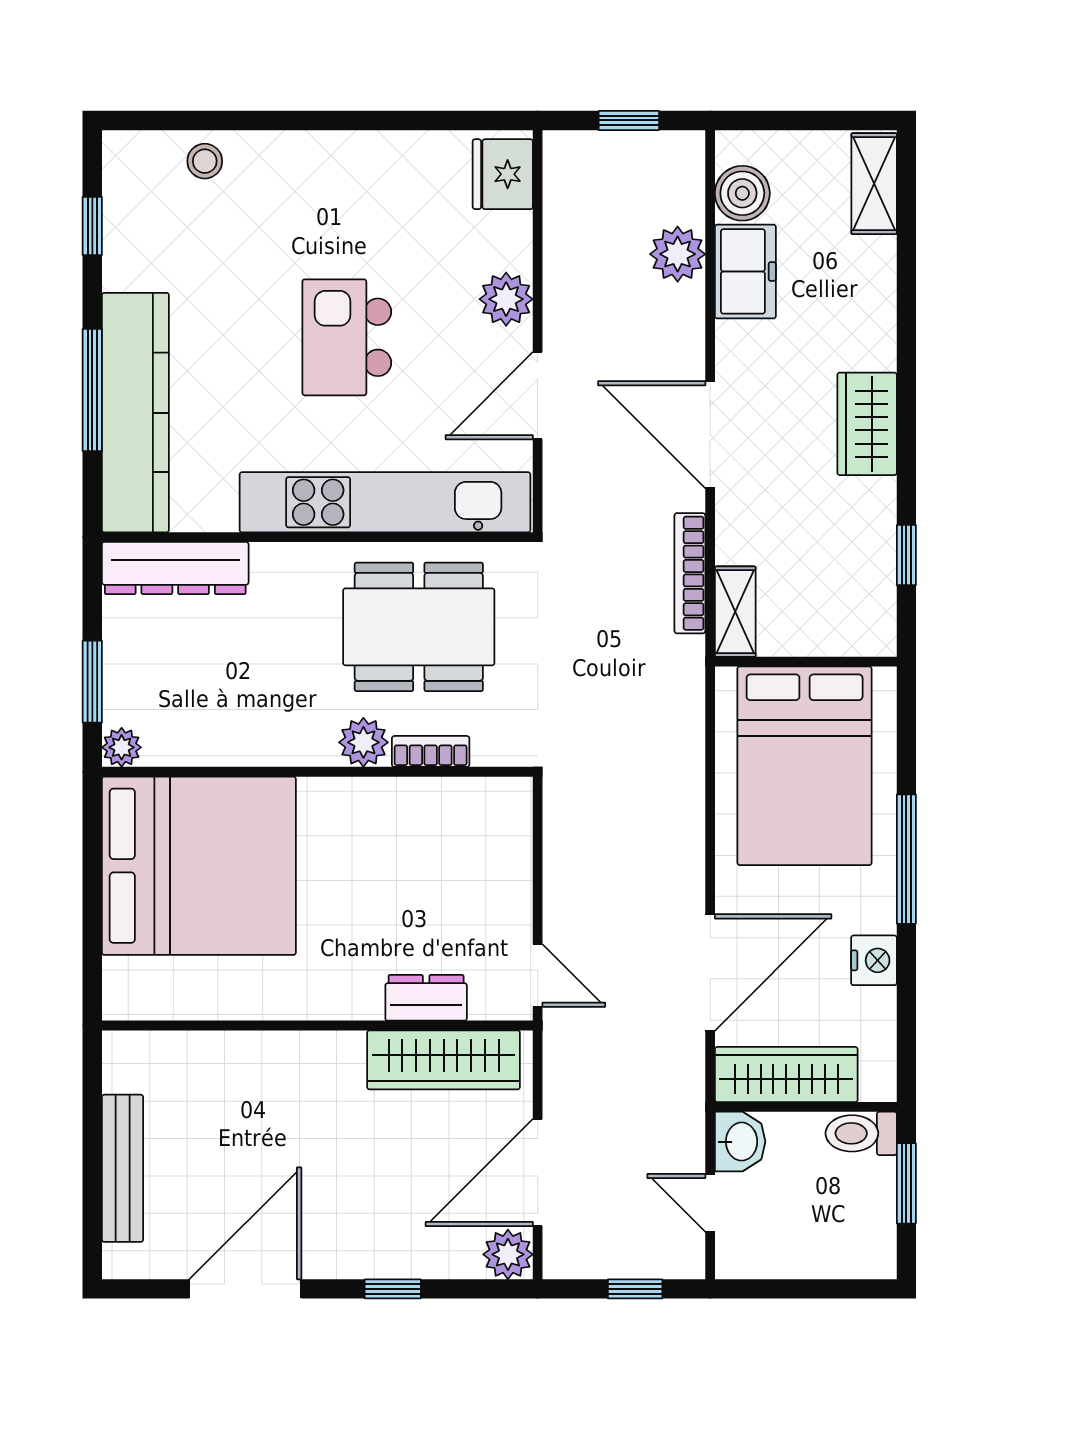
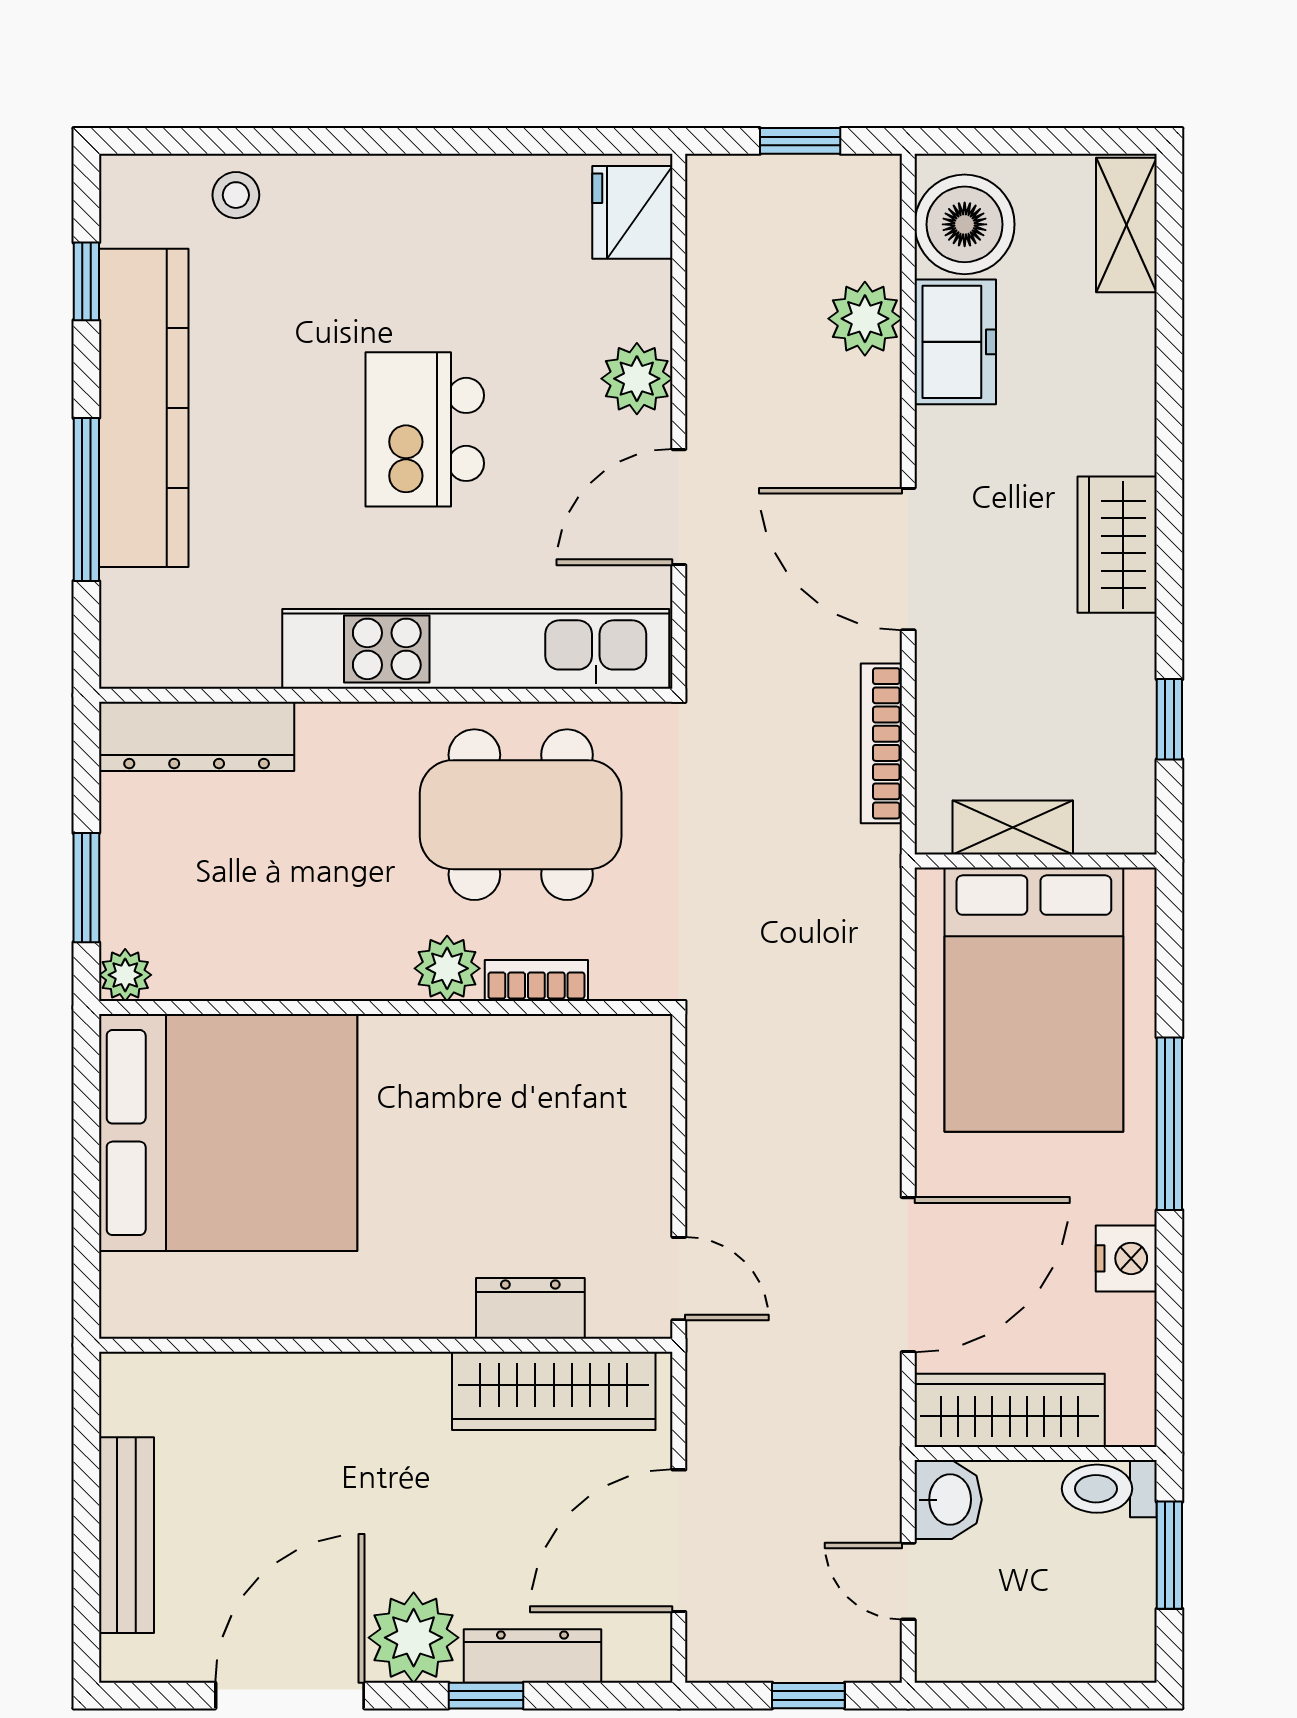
boiler: (742, 193) -> (965, 224), width x1.37, depth x1.37
kitchen counter: (135, 413) -> (144, 408), moved
shelving: (735, 612) -> (1013, 828), moved, turned 90
plant: (508, 1254) -> (414, 1638), moved, width x1.36, depth x1.36
dresser: (428, 1259) -> (532, 1656), added

